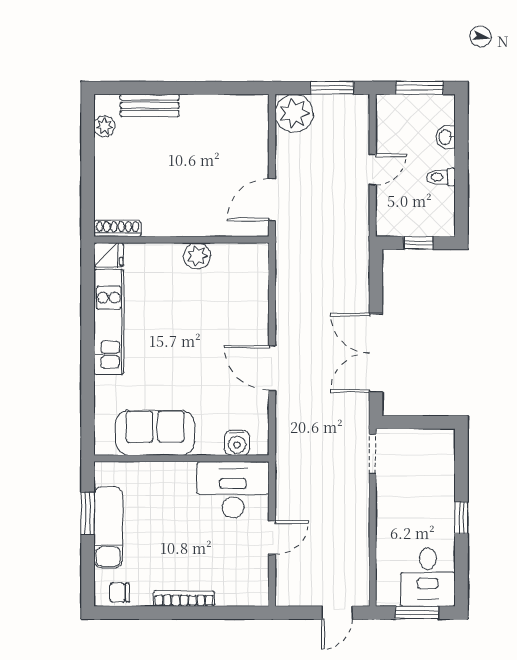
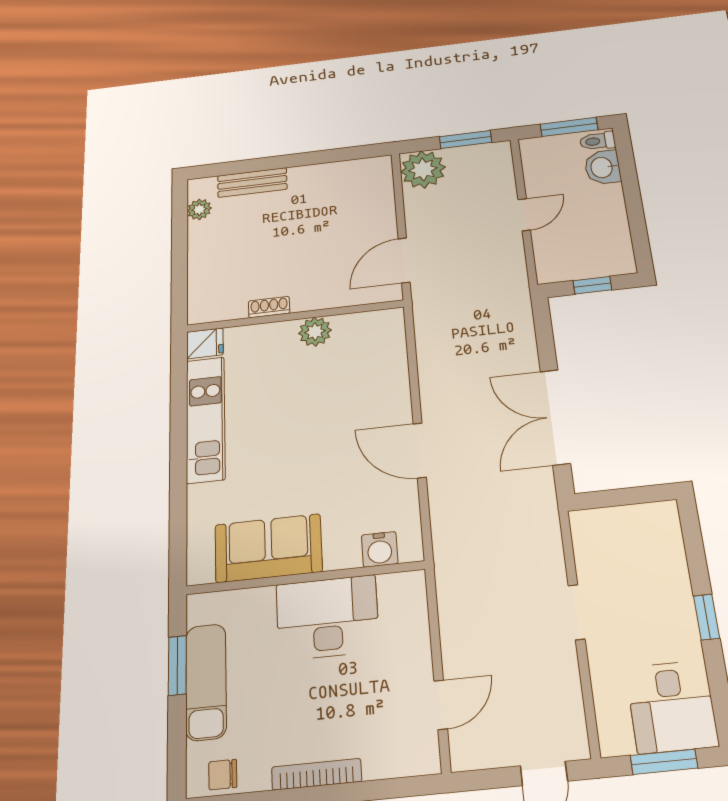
washbasin: (446, 137) -> (603, 167), width x1.38, depth x1.45
toilet: (441, 177) -> (598, 141), moved
shoe rack: (117, 229) -> (269, 307), moved, width x0.70
doorway: (373, 454) -> (577, 612), moved
desk: (233, 490) -> (327, 617), moved
door: (272, 537) -> (441, 705), moved

